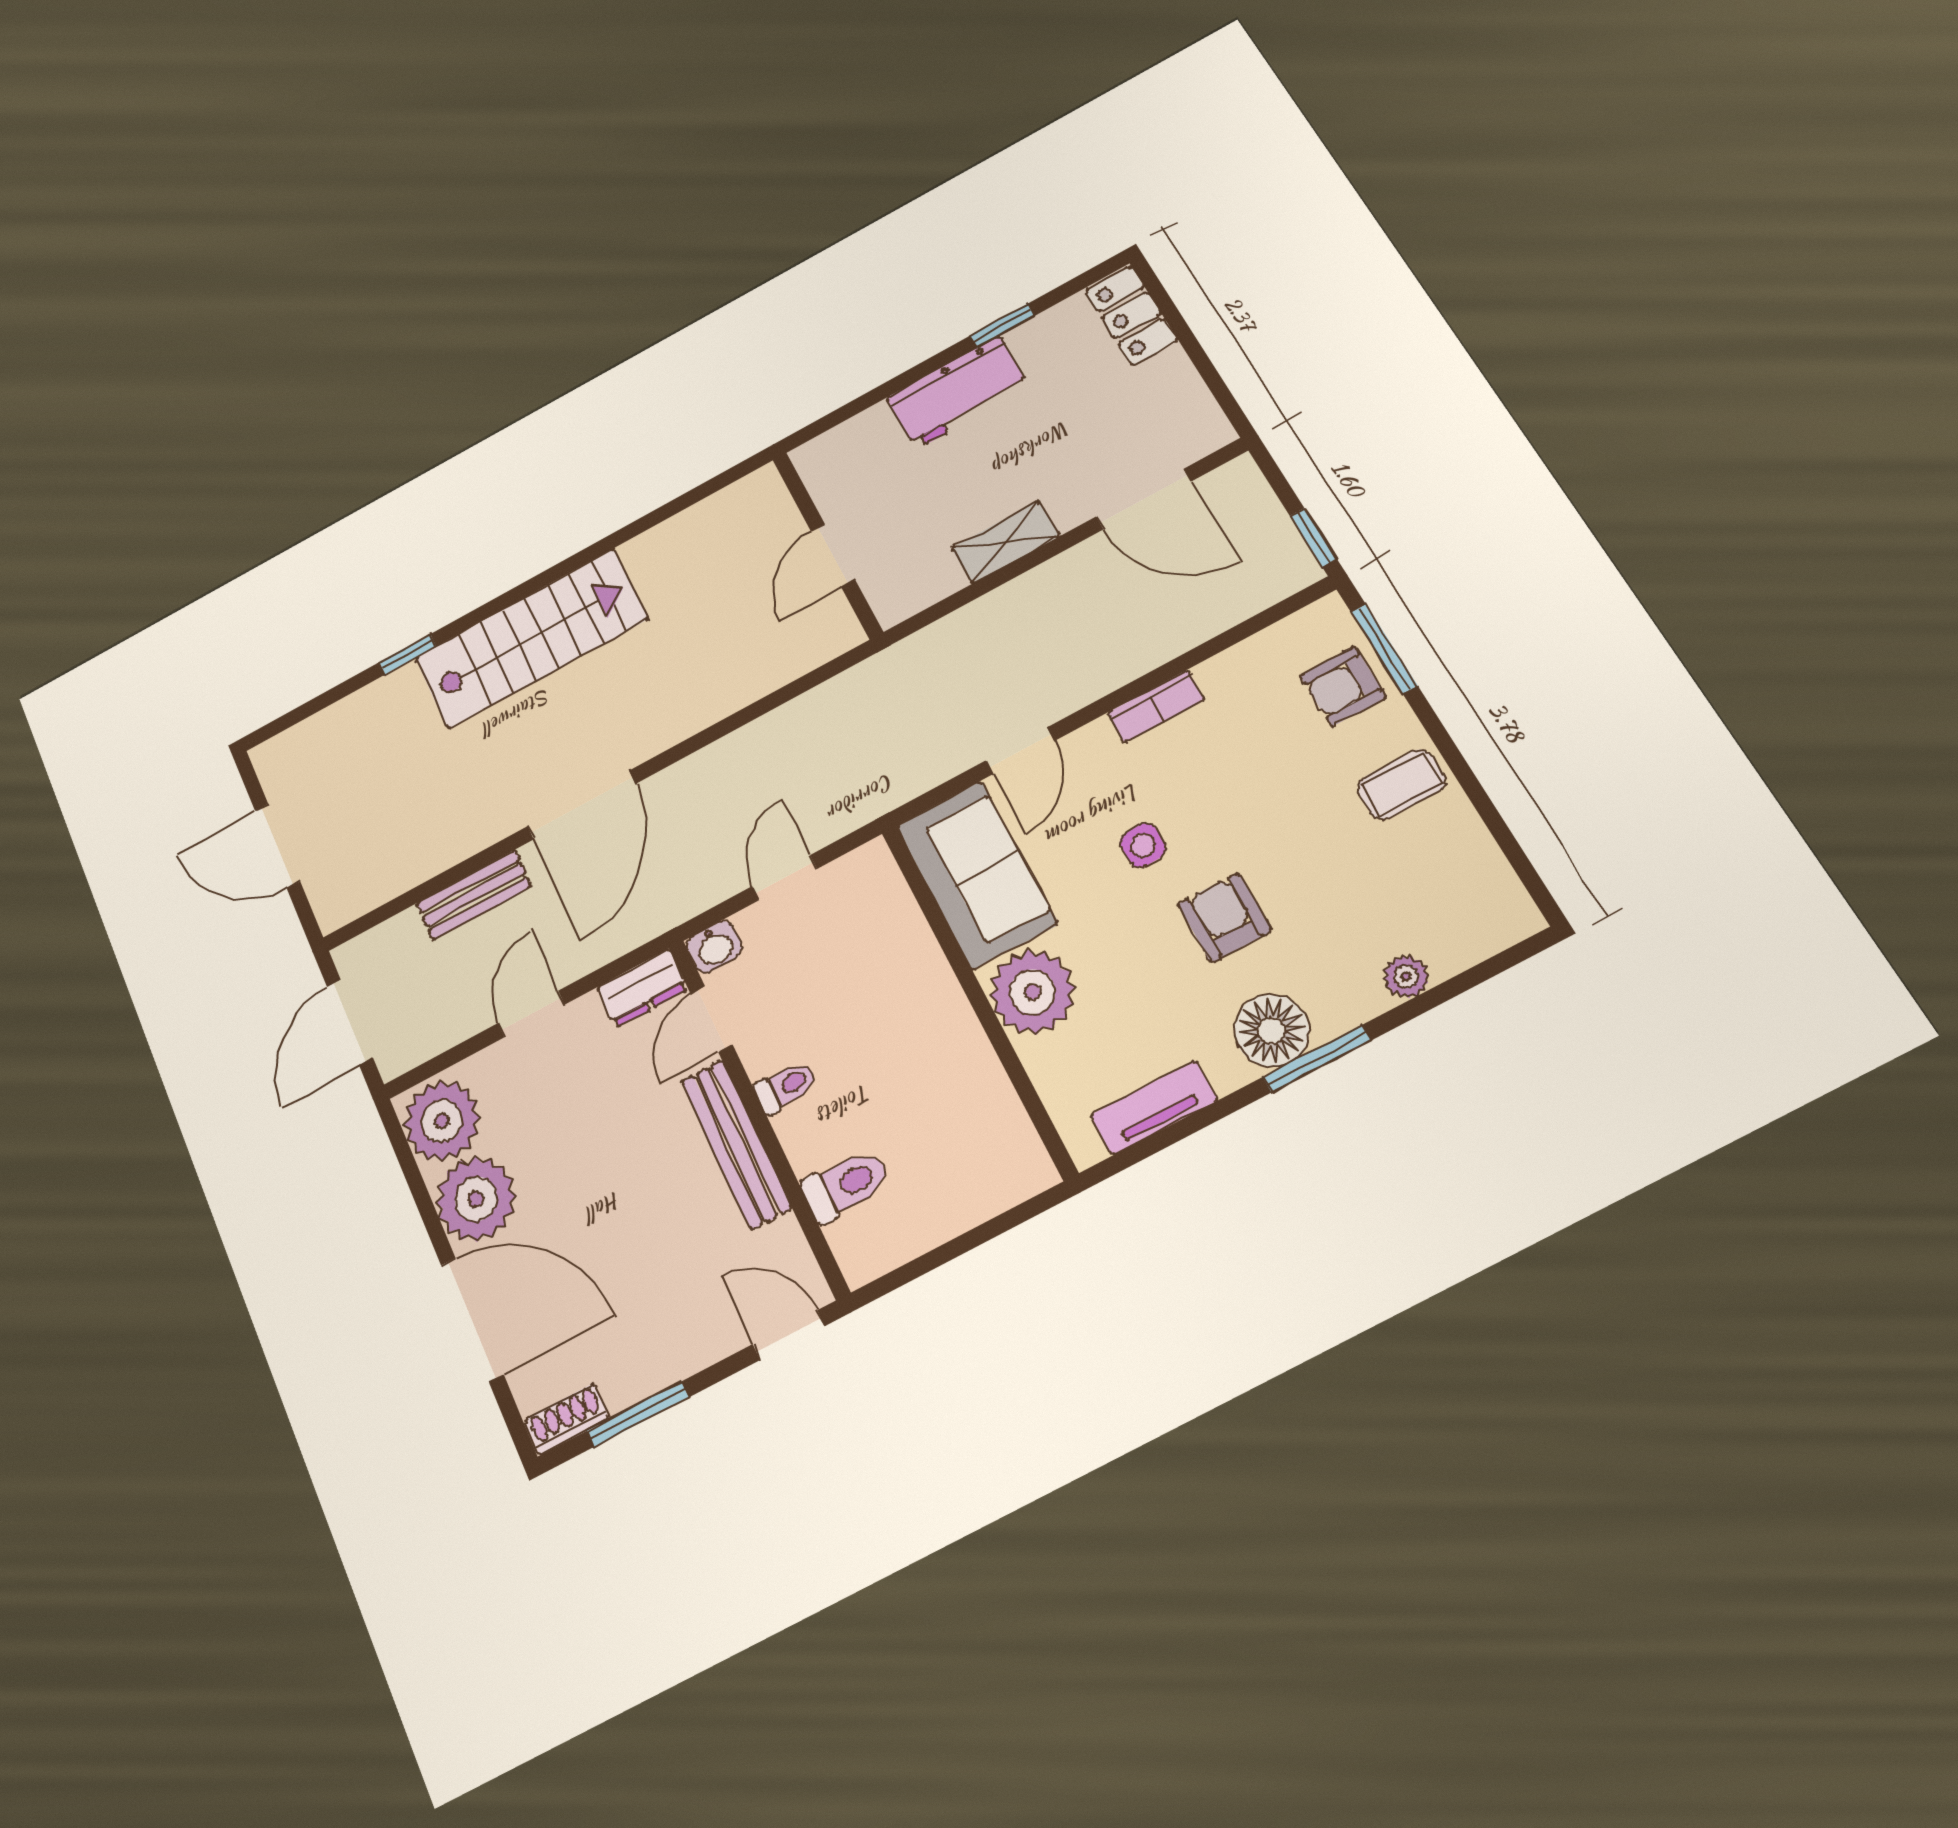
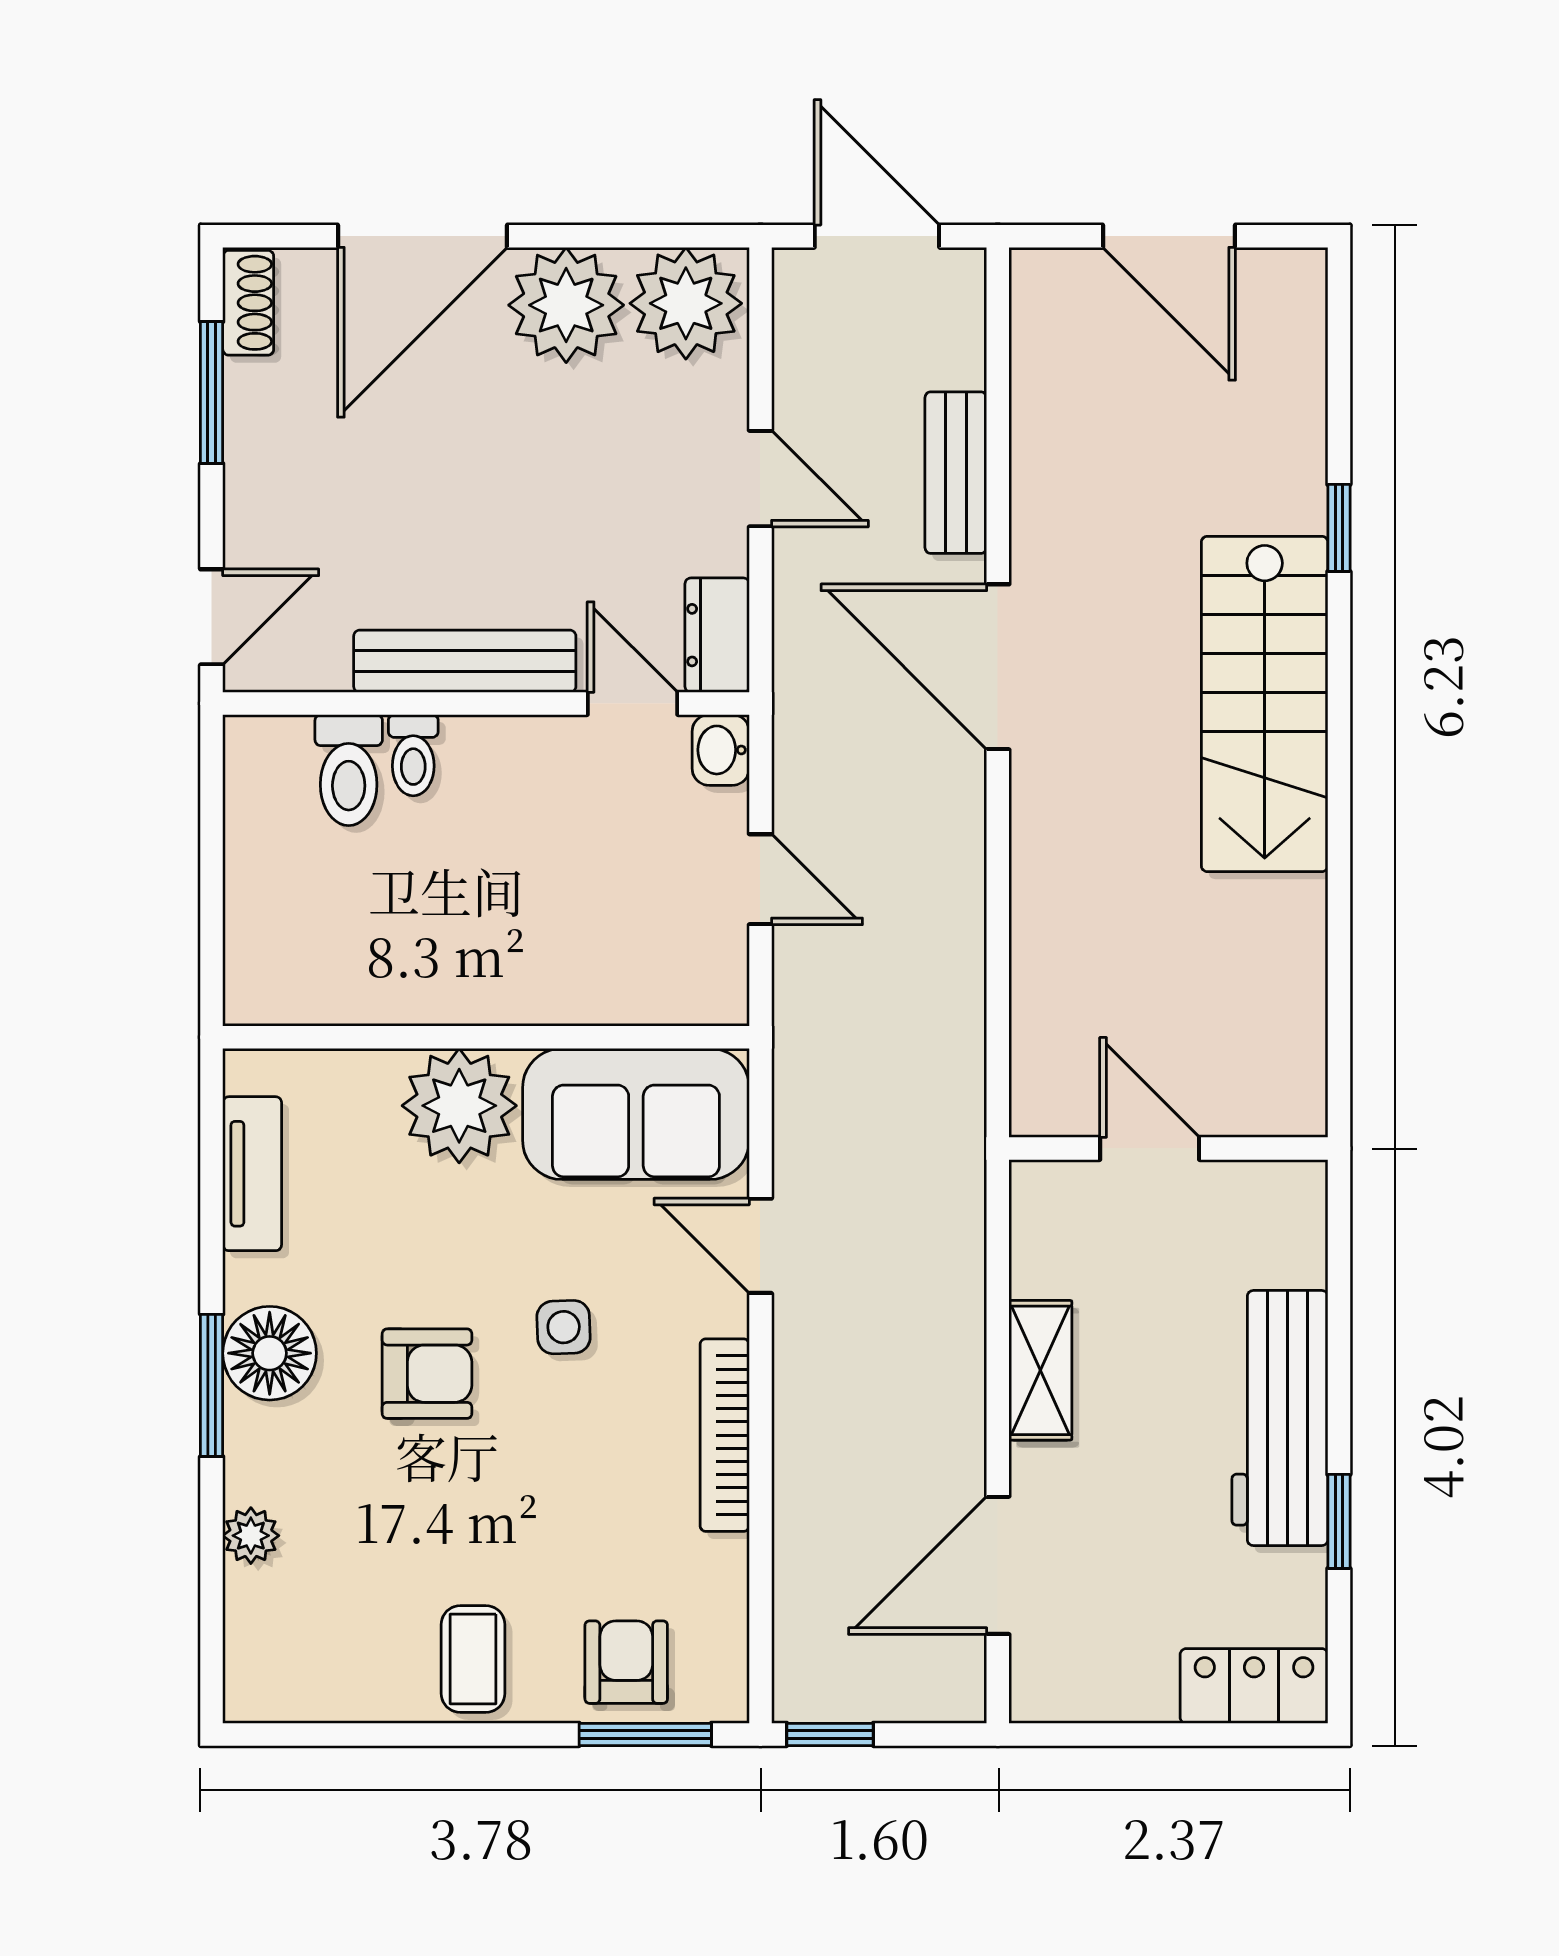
workbench: (958, 392) -> (1280, 1418), width x1.38
bookcase: (1156, 706) -> (725, 1435), width x1.56
door: (277, 846) -> (1169, 236), swing flipped
toilet: (786, 1087) -> (413, 755), moved

